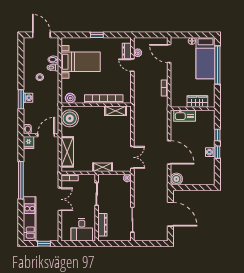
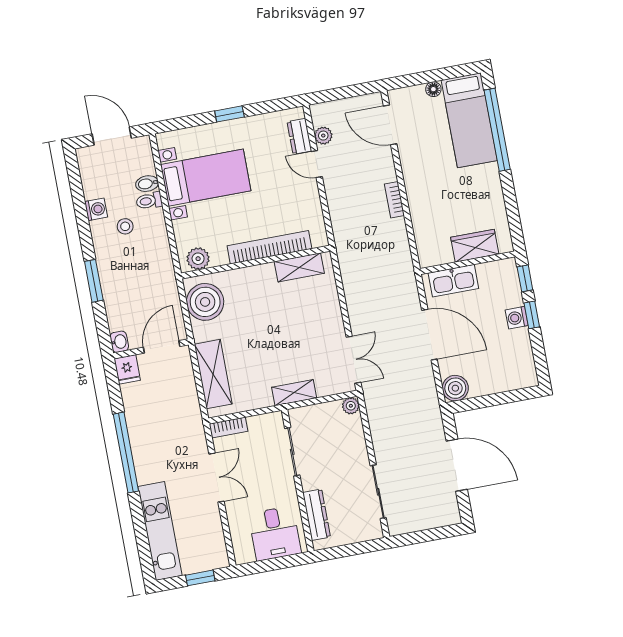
washing machine: (28, 98) -> (96, 209), moved
wardrobe: (197, 101) -> (475, 246), moved
wall: (193, 109) -> (468, 263), moved
kitchen sink: (185, 116) -> (453, 281), moved

